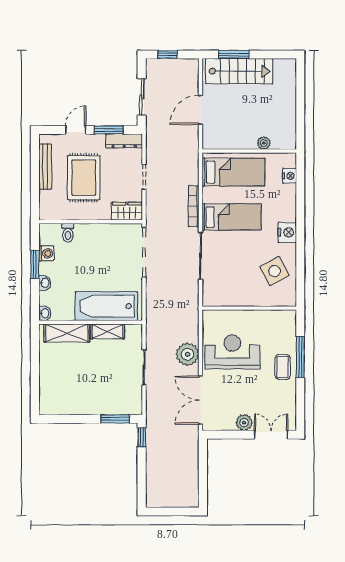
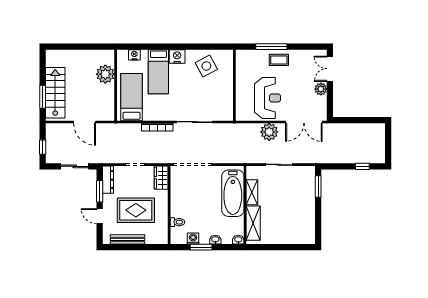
plant: (264, 143) -> (105, 74), width x1.88, depth x1.88
bed: (232, 217) -> (158, 72), moved, turned 180
reception desk: (232, 352) -> (267, 98), turned 180
window: (142, 437) -> (362, 166), moved

